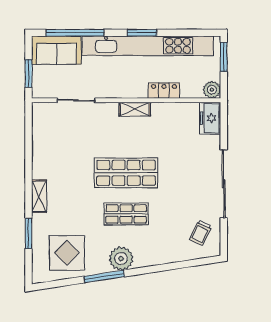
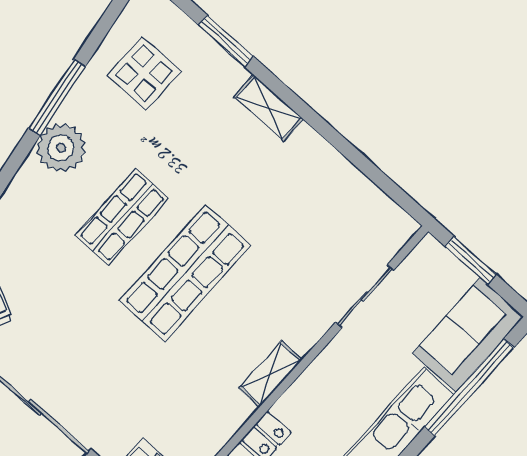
display table: (67, 253) -> (144, 73), width x0.73, depth x0.73

